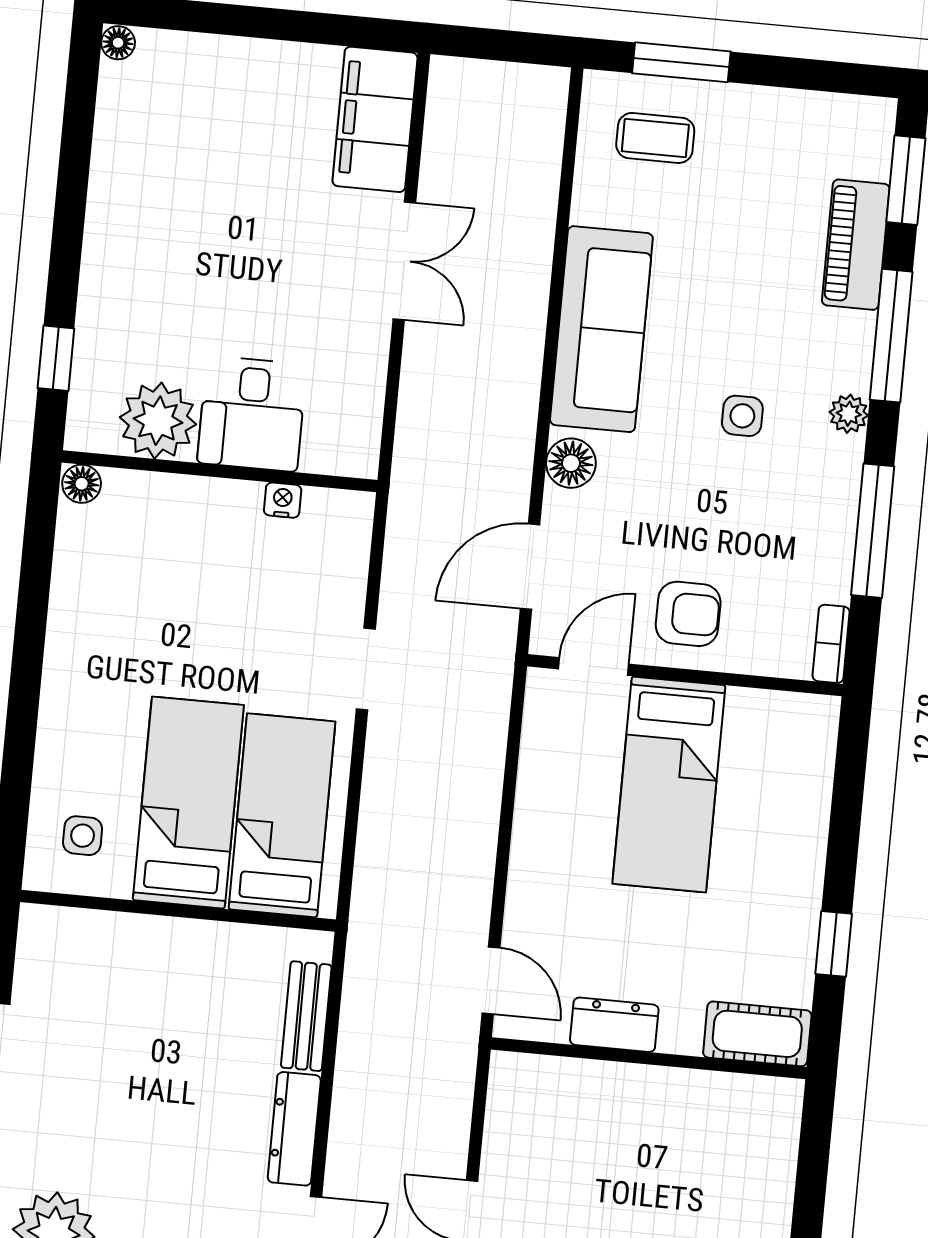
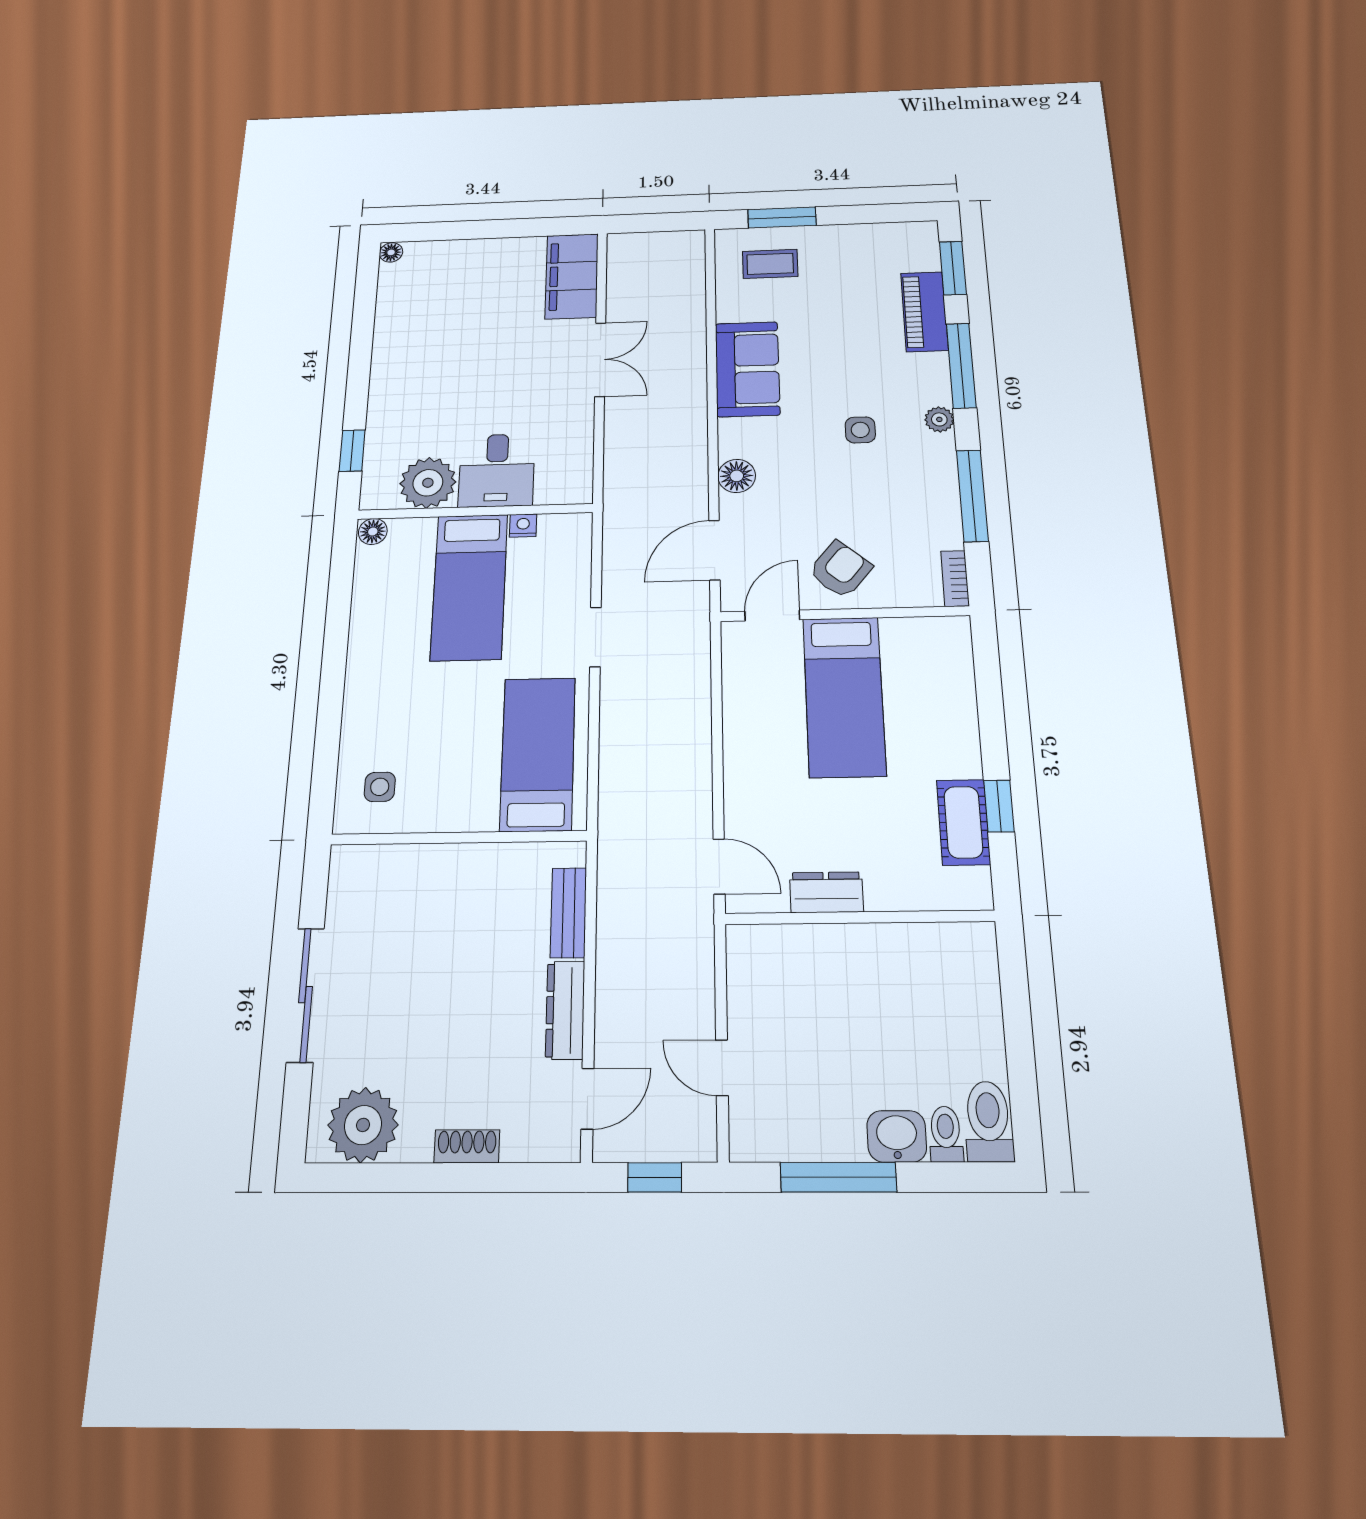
sofa: (601, 329) -> (747, 369), width x0.73
armchair: (688, 614) -> (840, 570), turned -50
bed: (188, 803) -> (469, 587), moved, turned 180
cot: (757, 1034) -> (963, 822), moved, turned 90

